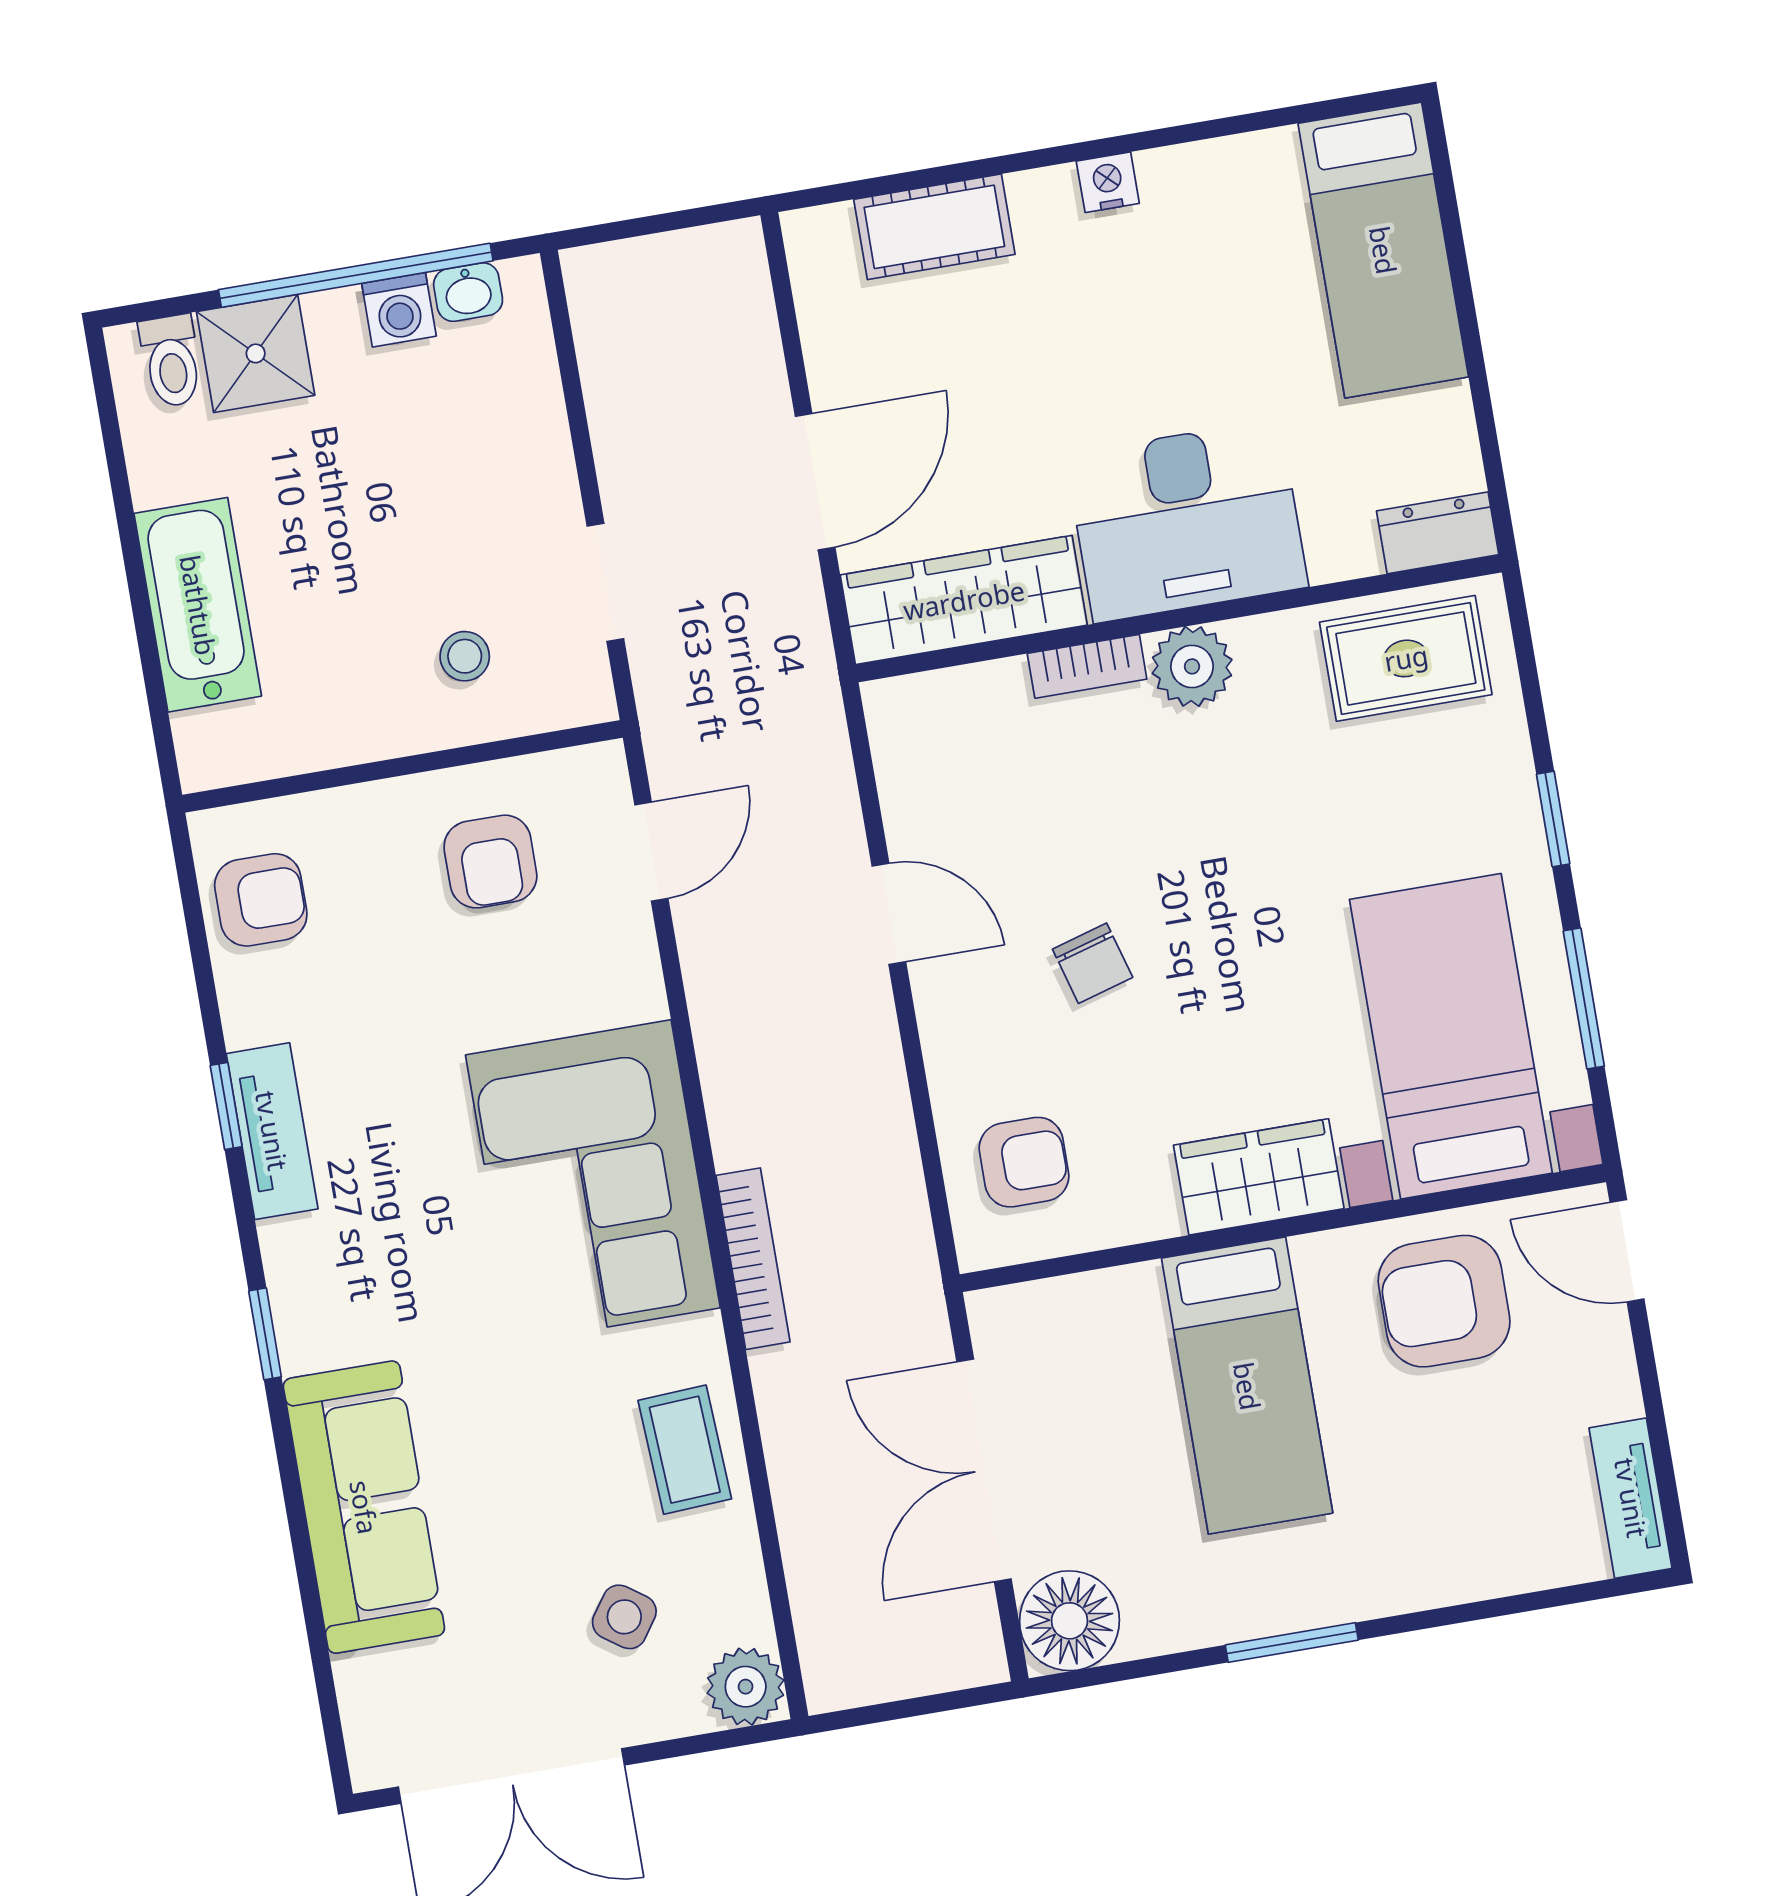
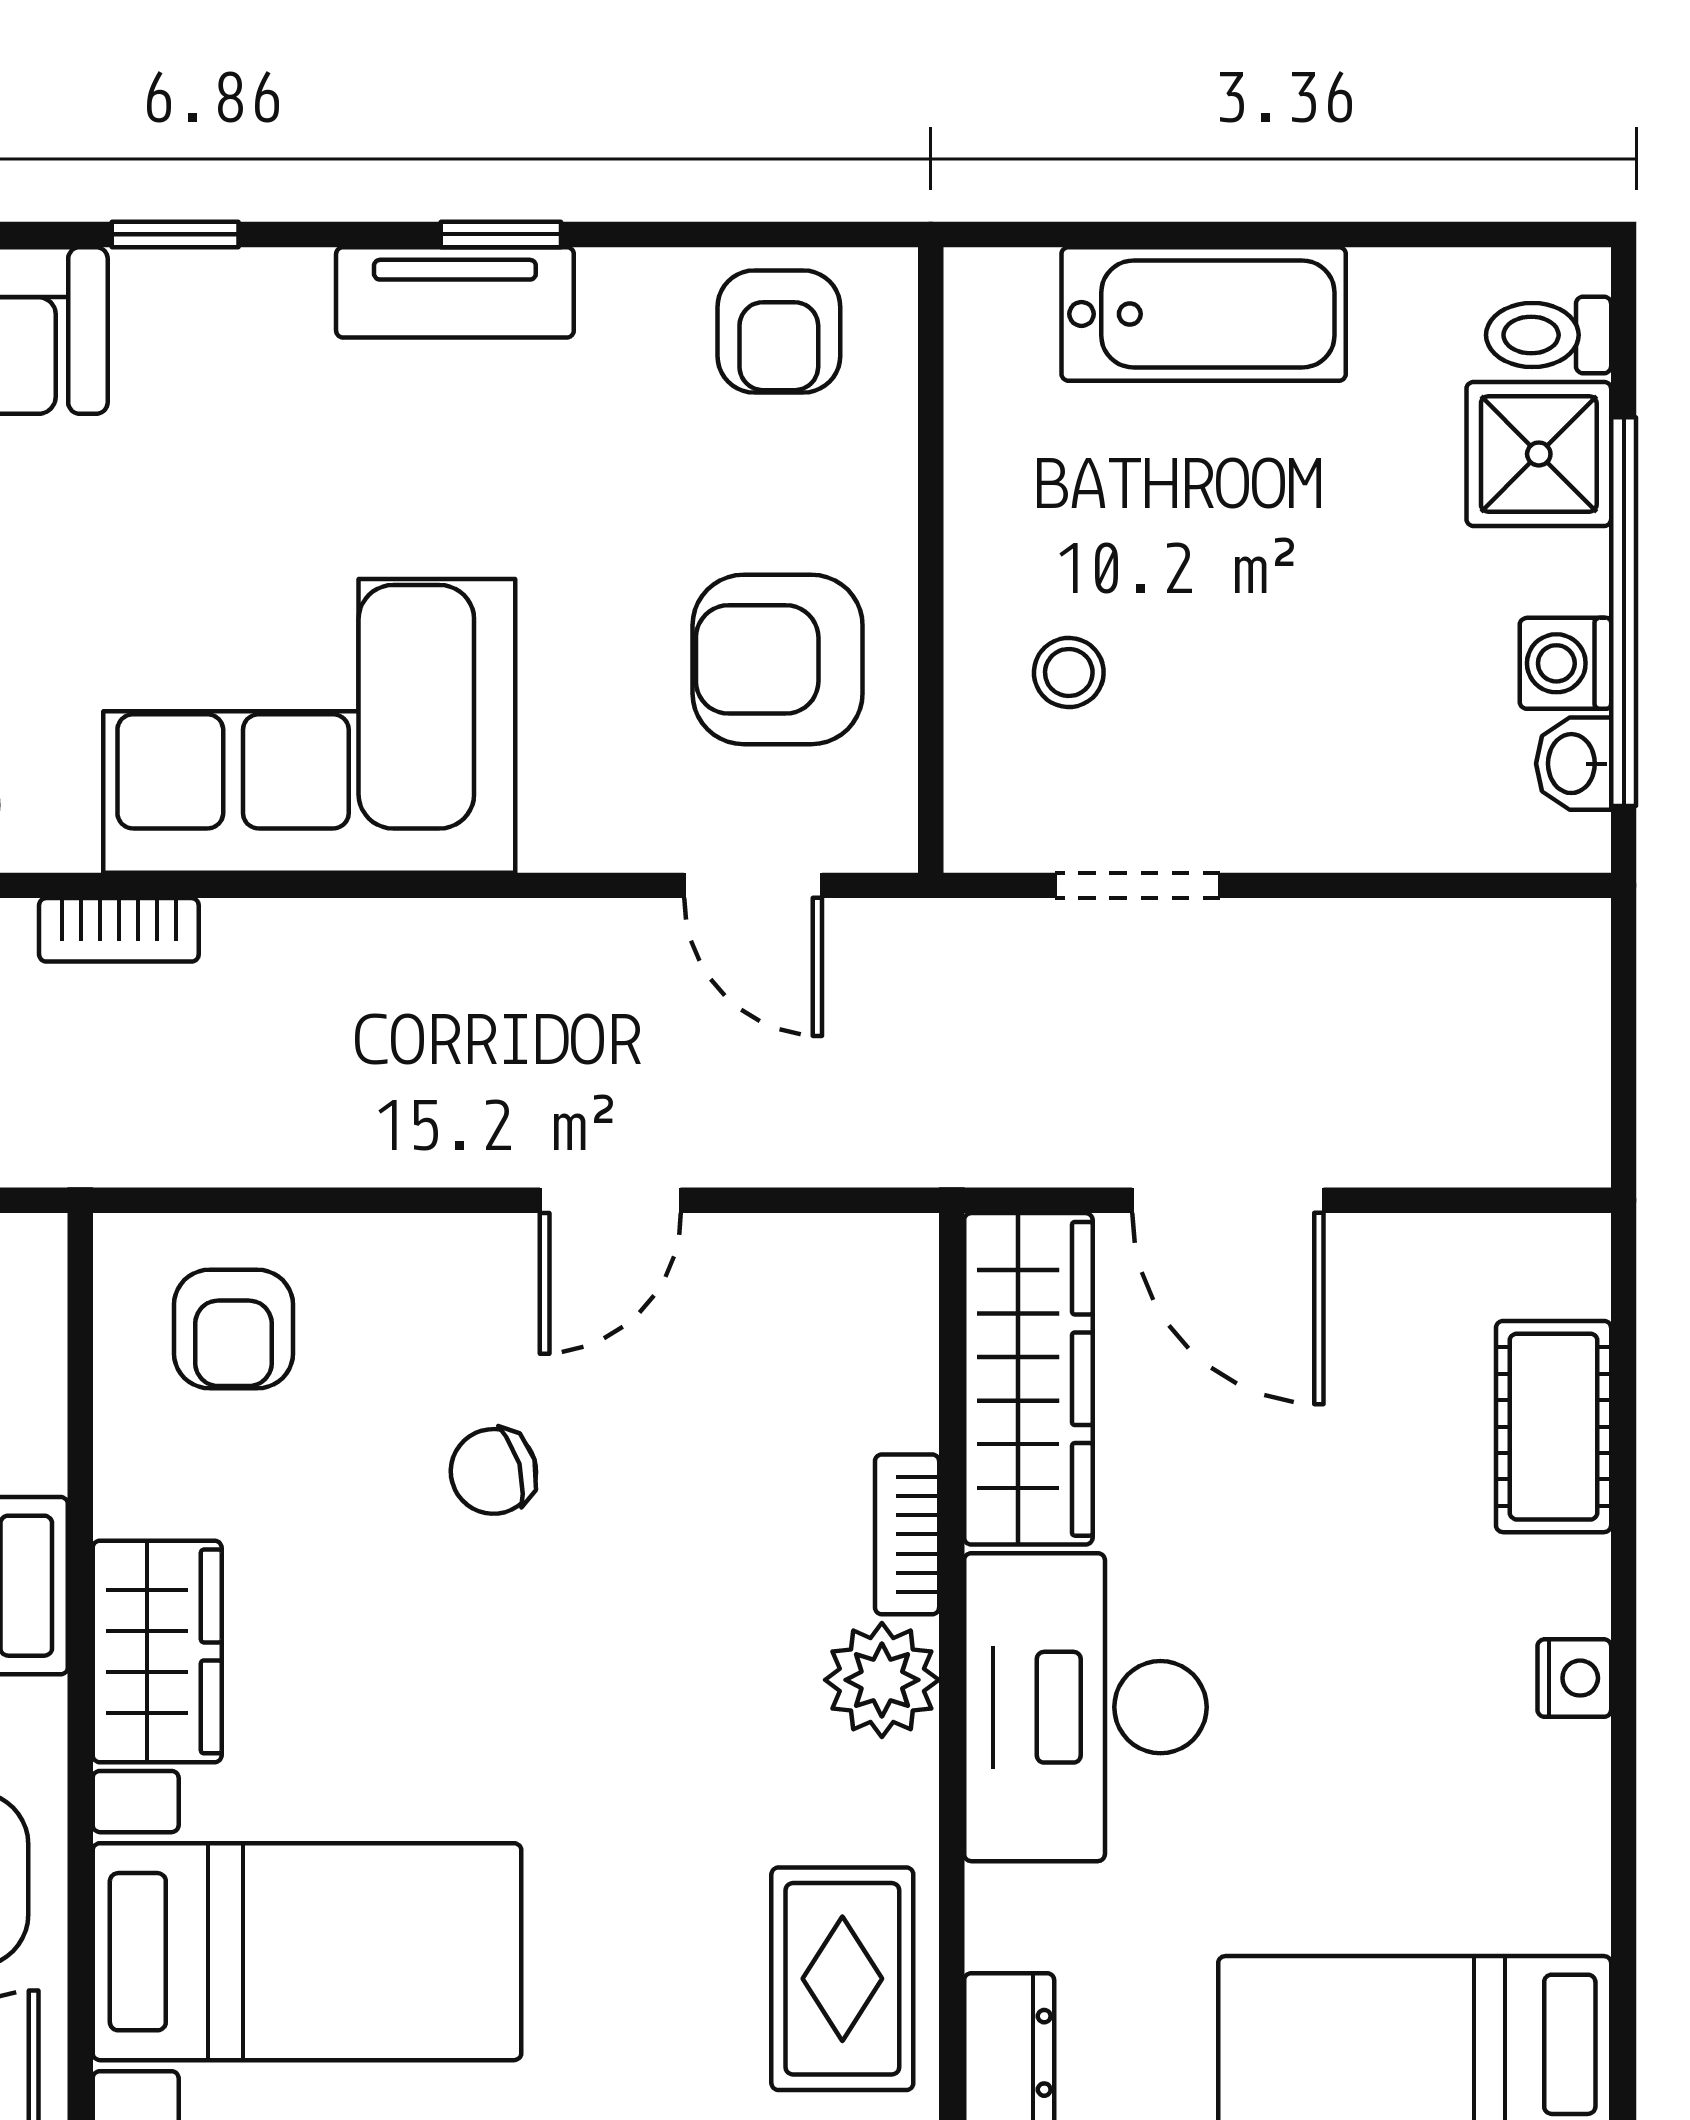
armchair: (490, 862) -> (778, 659), width x1.38, depth x1.38
bookcase: (753, 1259) -> (119, 930), width x0.64

